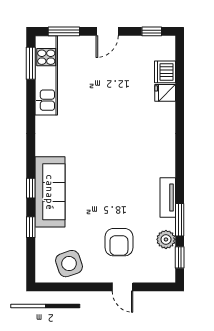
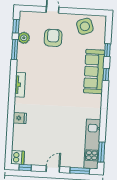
dishwasher: (165, 72) -> (17, 158), moved
fridge: (165, 93) -> (20, 118), moved
tv unit: (168, 197) -> (20, 85), moved

